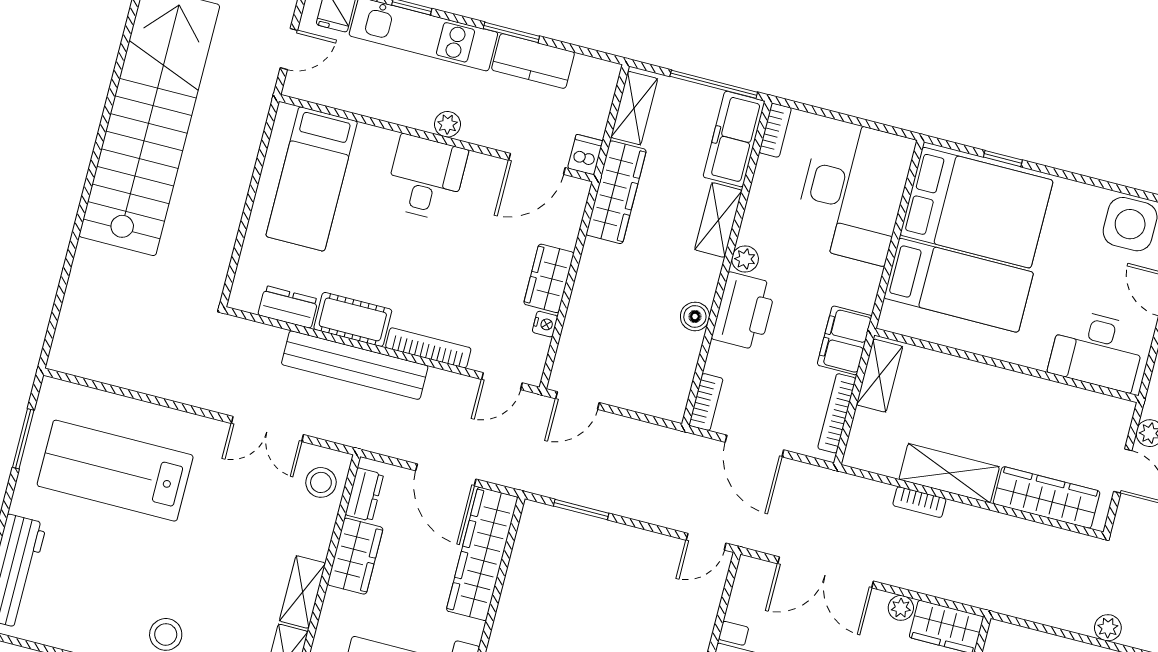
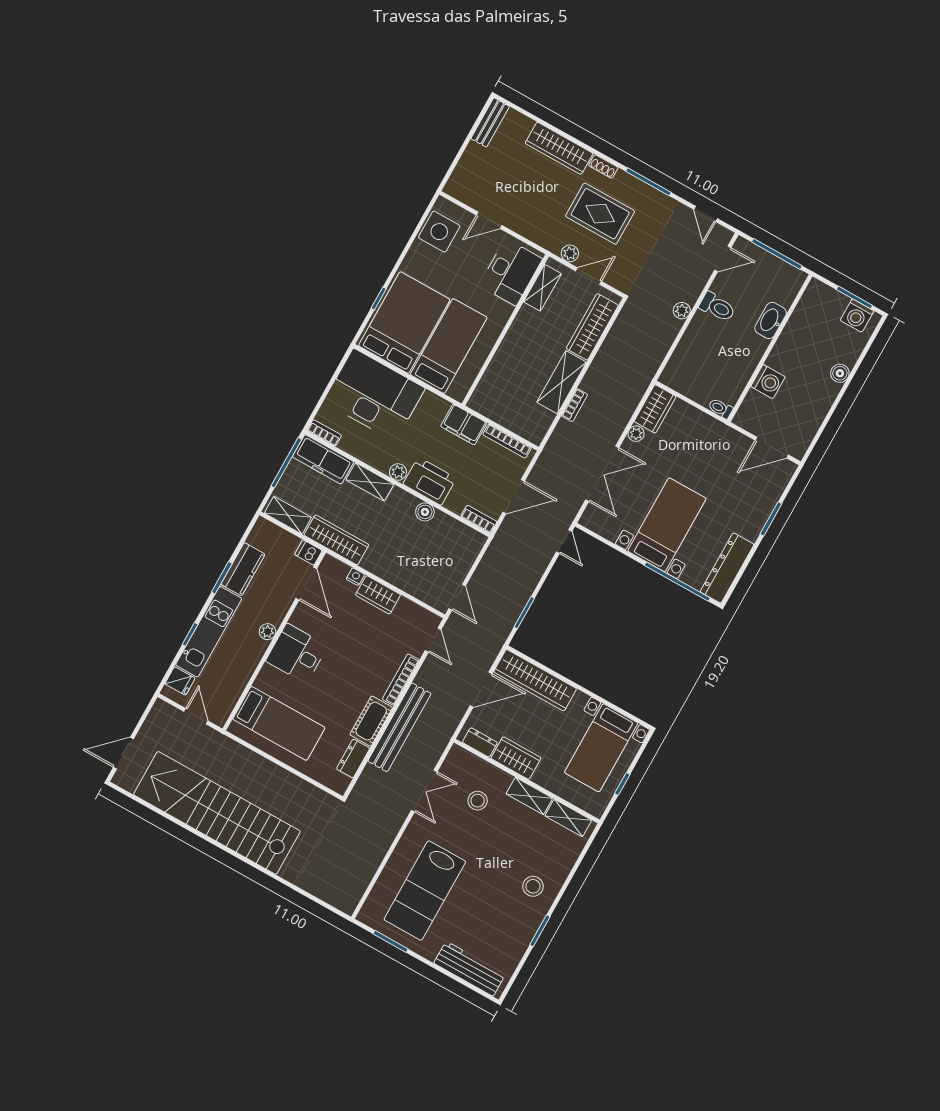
nightstand: (545, 324) -> (355, 577), moved
shelving: (879, 376) -> (542, 288), moved, turned 90
stool: (321, 482) -> (478, 801), moved

